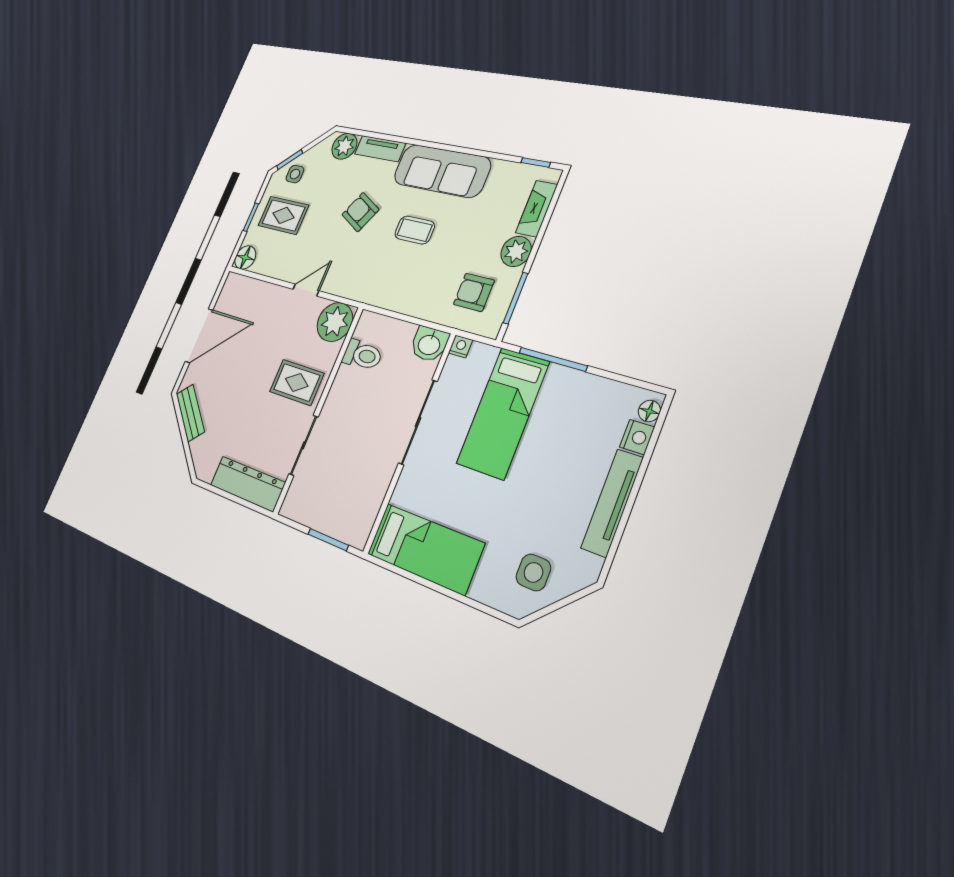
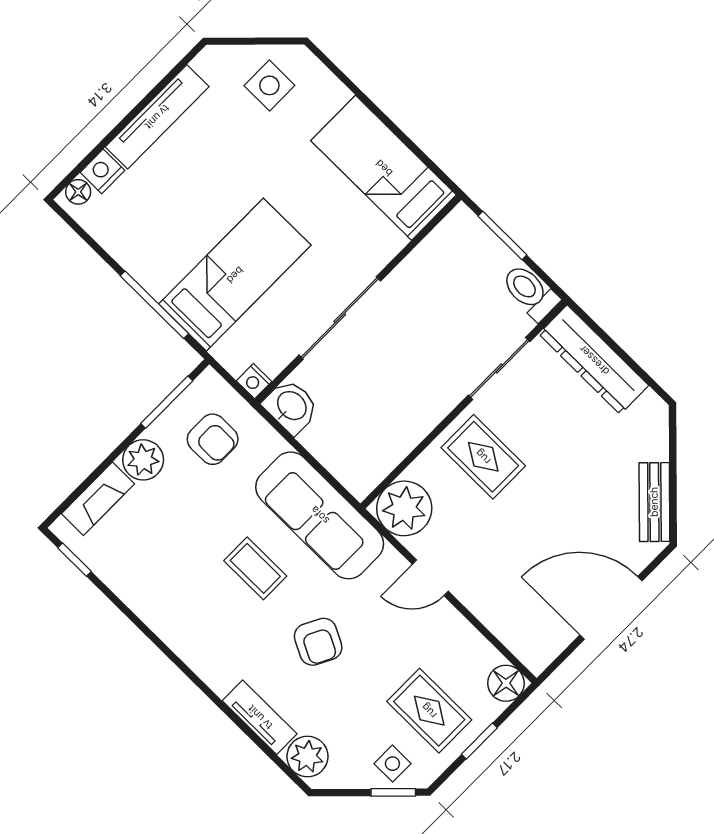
sofa: (442, 171) -> (320, 515), moved, turned 180
toilet: (362, 355) -> (530, 292), moved

